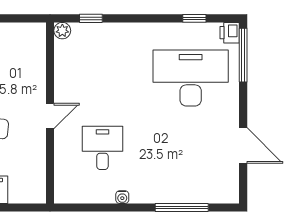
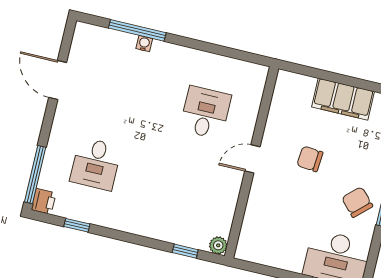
desk: (191, 78) -> (96, 164), width x0.53, depth x0.77
desk: (102, 148) -> (205, 113), turned 180
water cooler: (122, 197) -> (144, 44), moved

